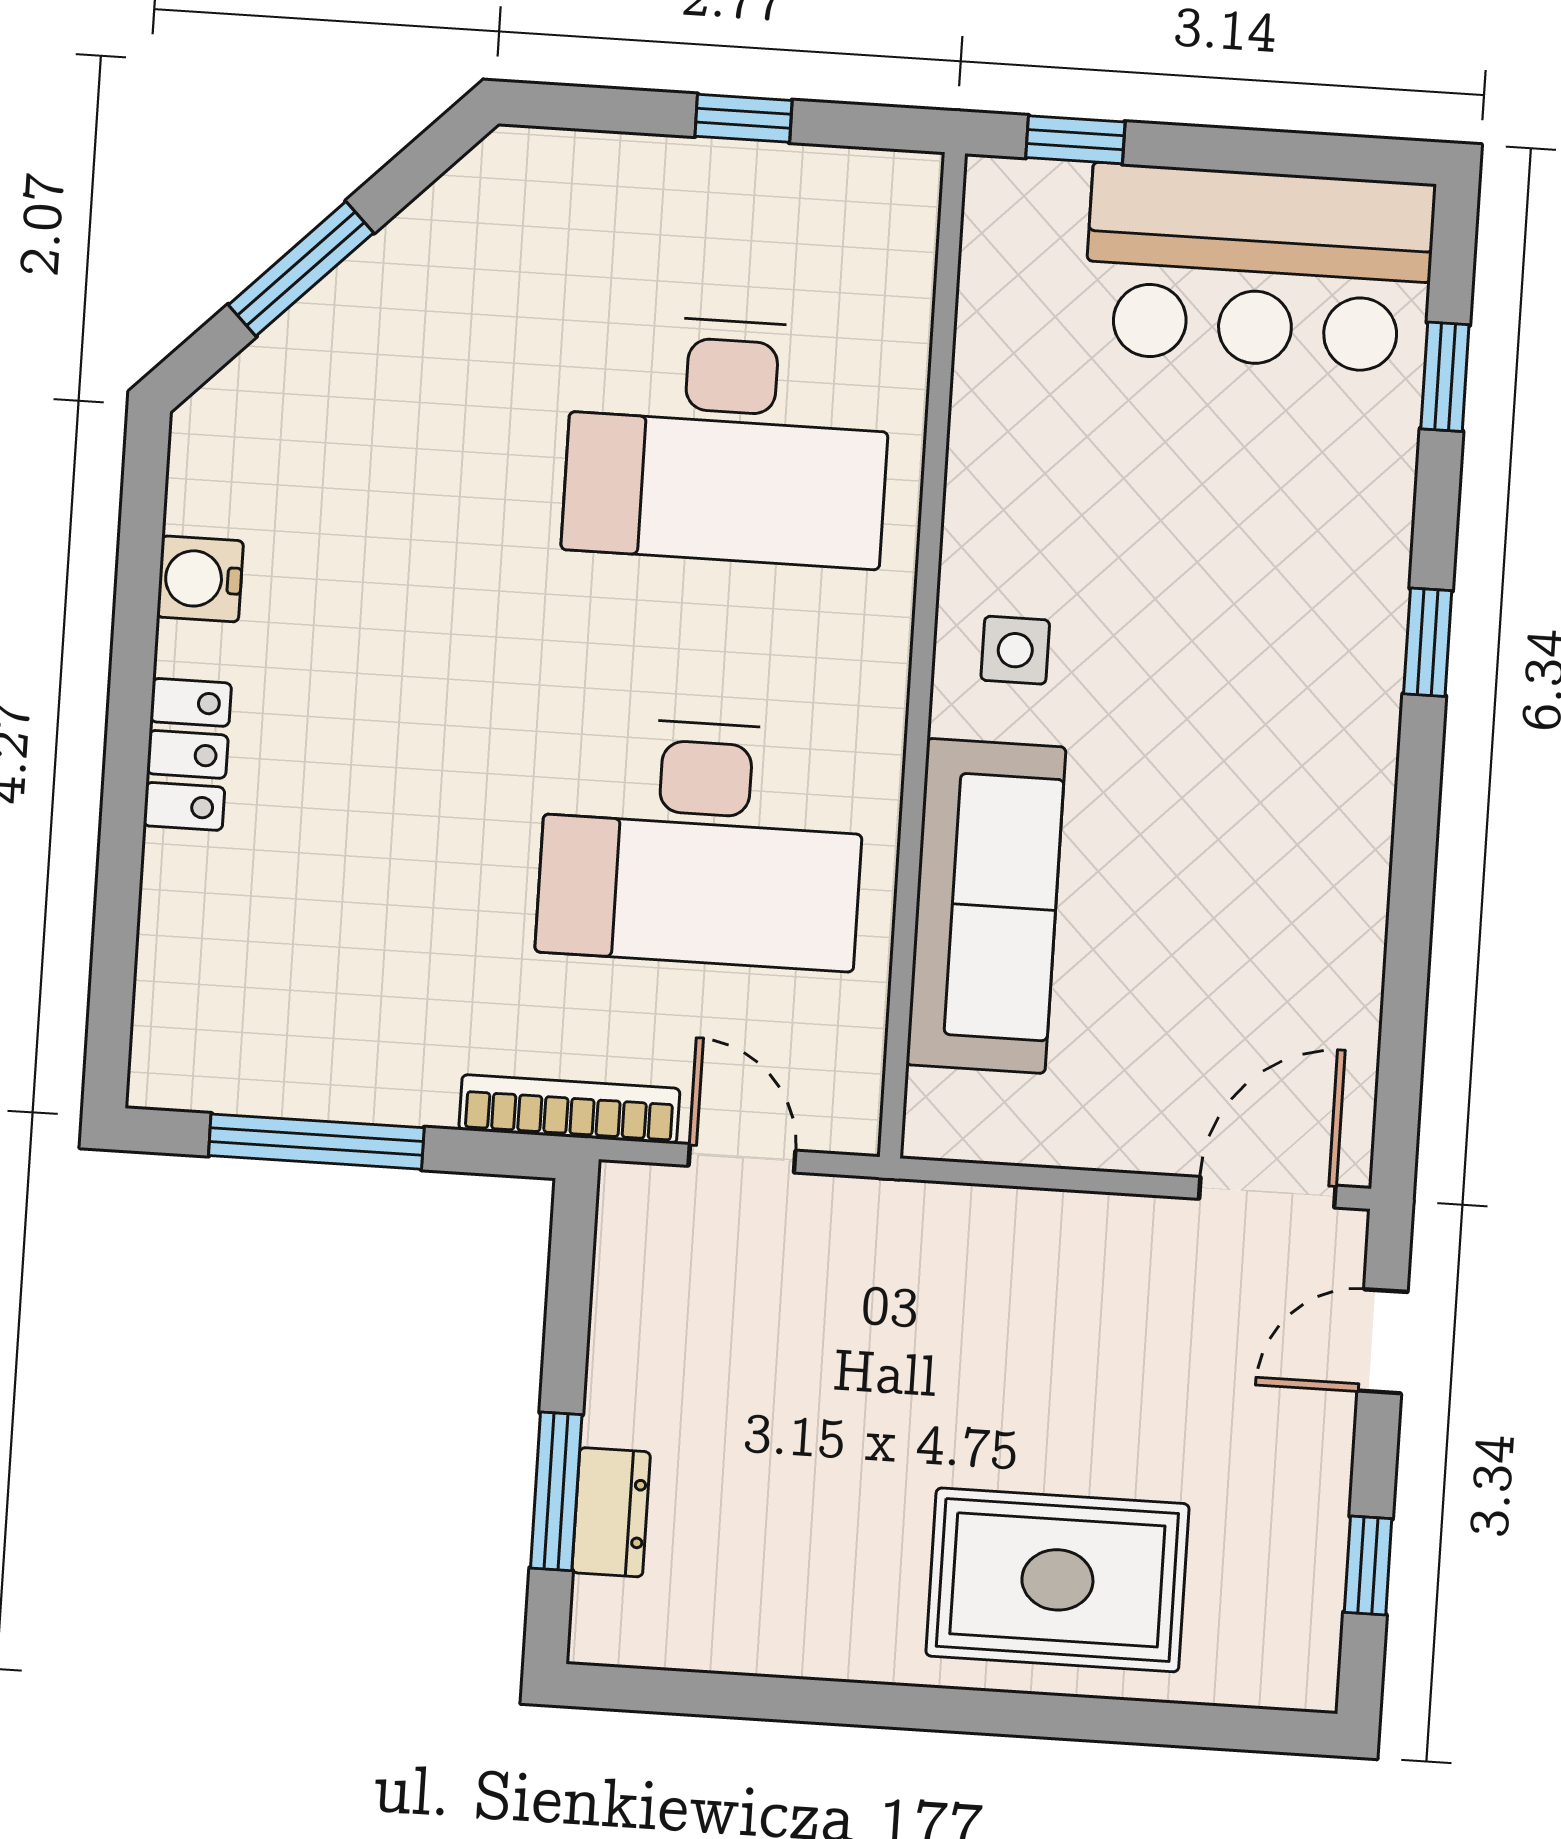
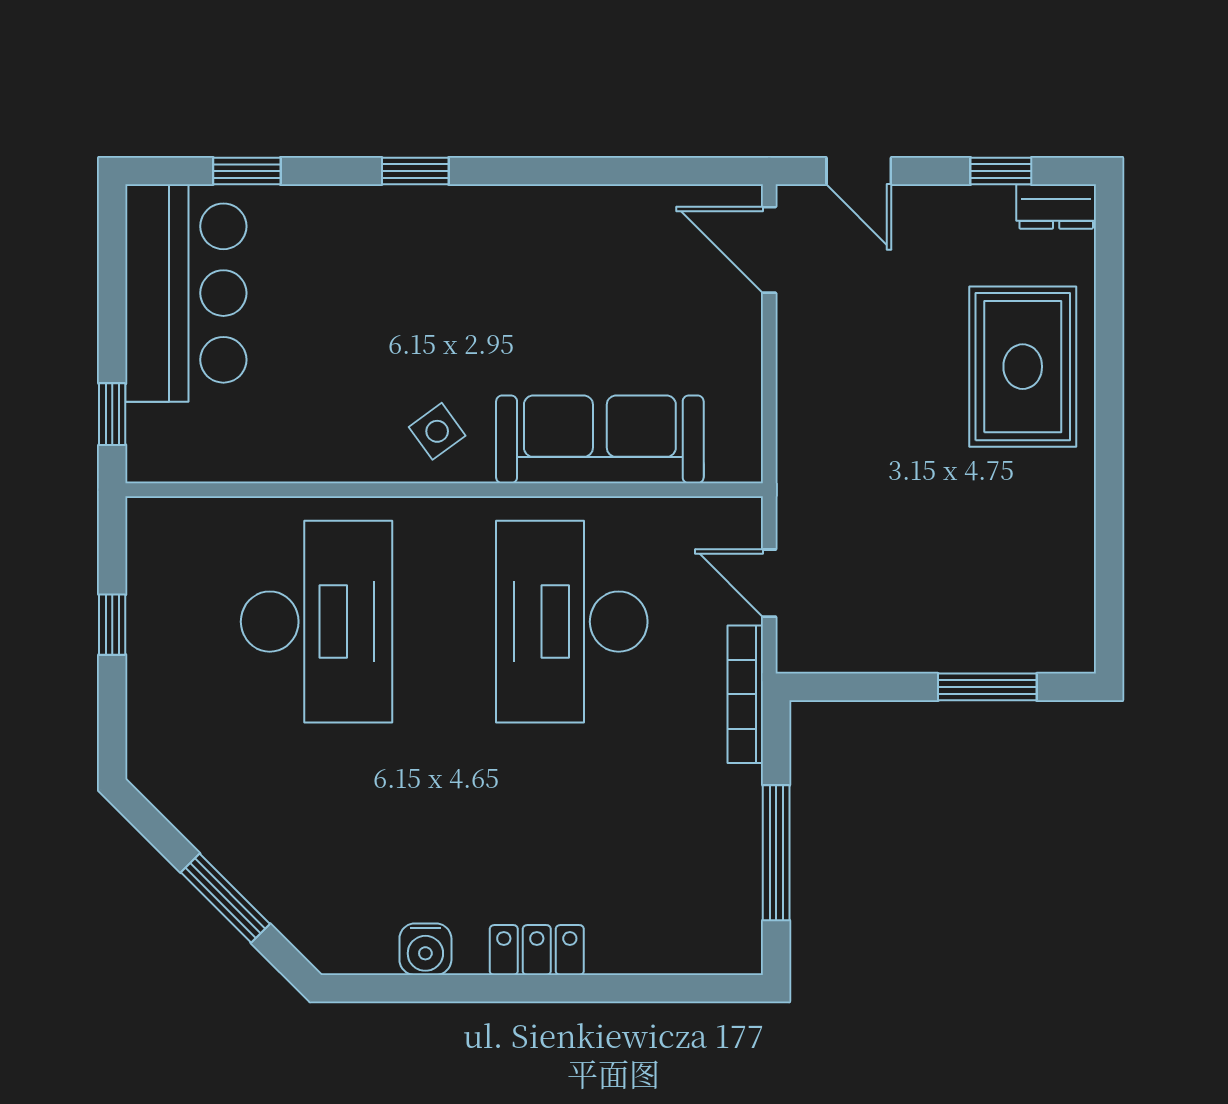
side table: (1015, 650) -> (437, 431), turned -36
desk: (702, 843) -> (572, 622), turned 180
door: (742, 1158) -> (769, 583), hinge flipped
dresser: (611, 1512) -> (1056, 207), moved, turned 180

